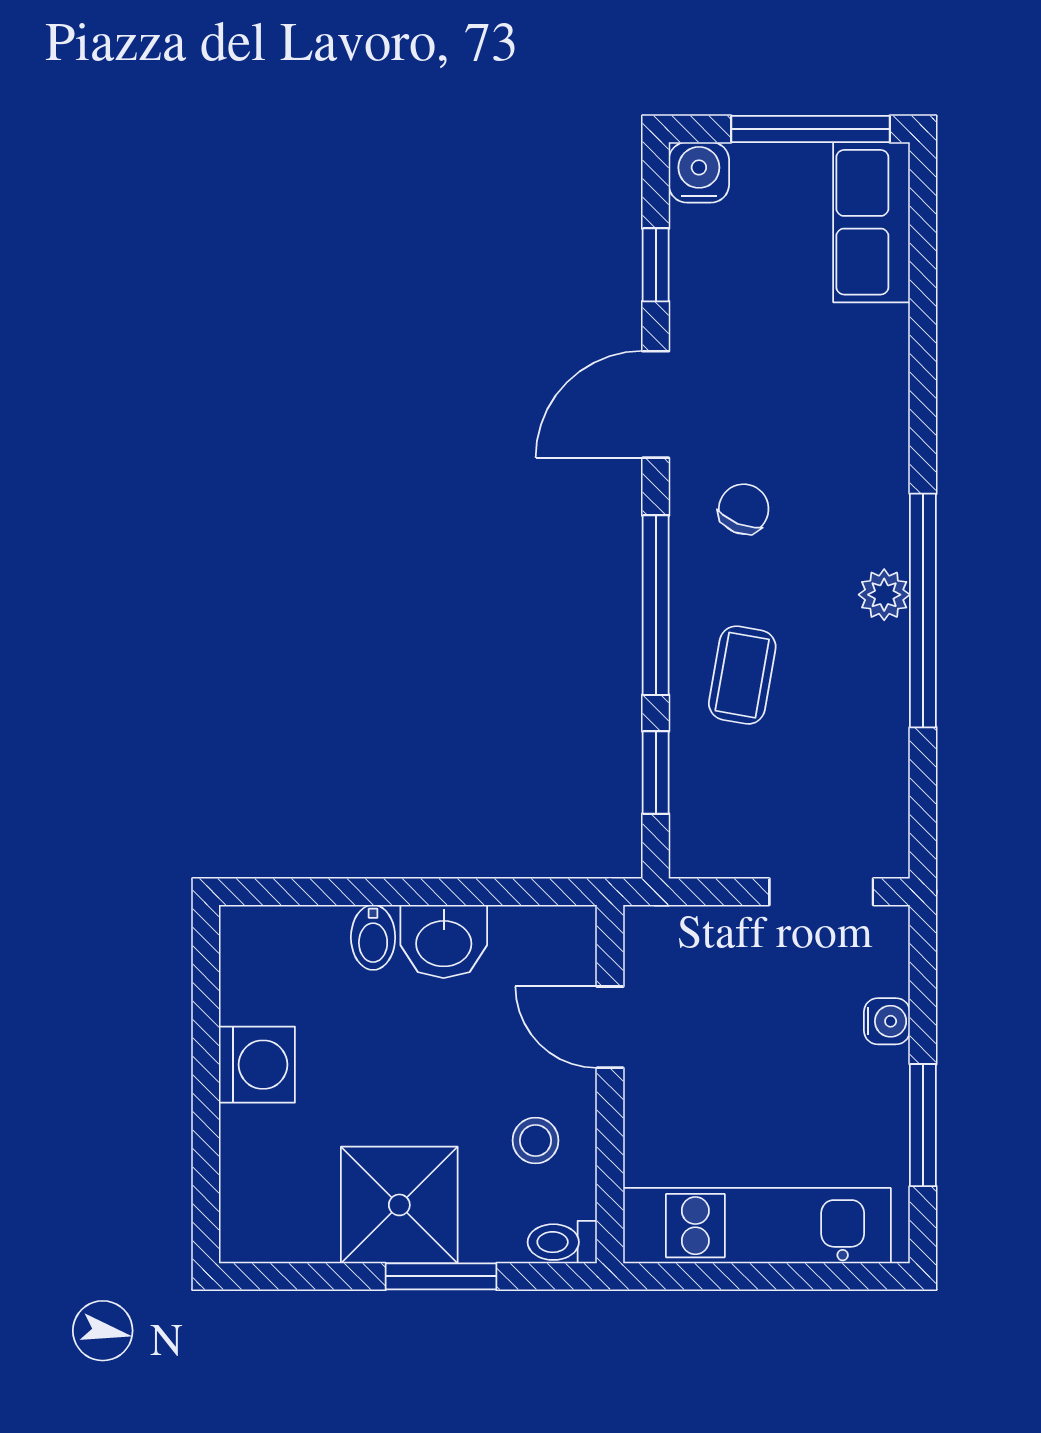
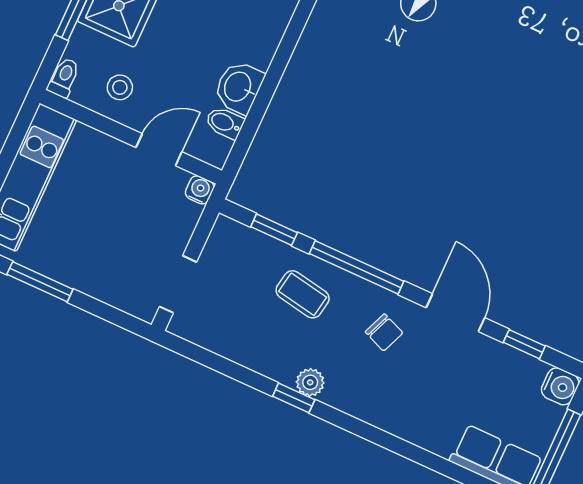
window: (923, 610) -> (294, 398), width x0.32
bidet: (373, 937) -> (225, 123), moved
water cooler: (887, 1021) -> (200, 190), moved, turned 180

